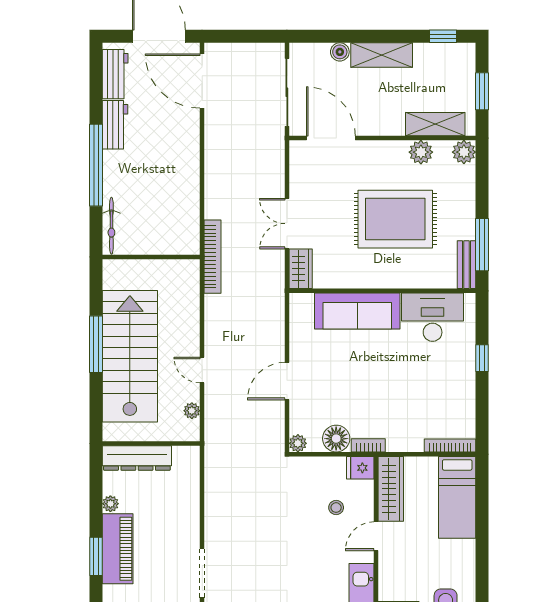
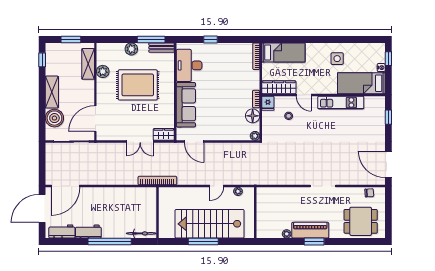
boiler: (340, 52) -> (54, 118), width x1.86, depth x1.86
plant: (464, 152) -> (131, 49), moved
rug: (395, 219) -> (138, 85), turned 90
door: (287, 381) -> (194, 142), moved
dresser: (137, 458) -> (263, 220), removed

